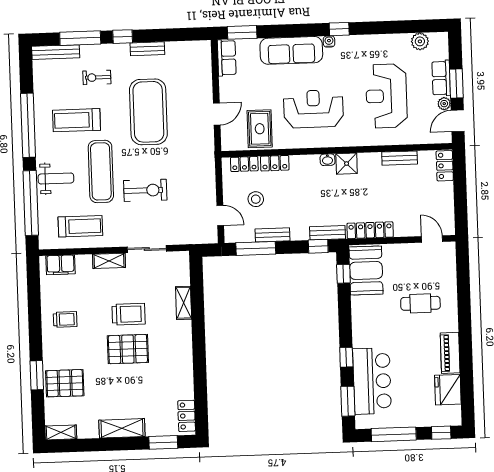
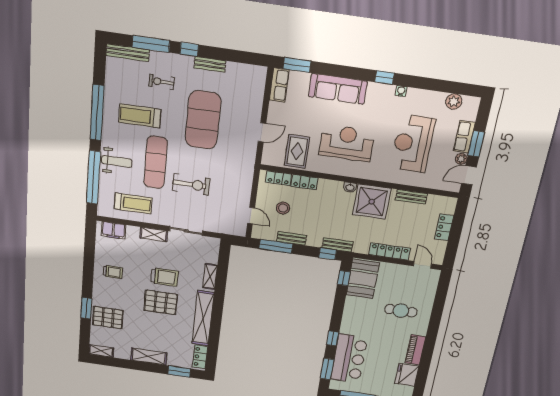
water cooler: (329, 41) -> (401, 91), moved
shower: (347, 164) -> (372, 202), width x1.86, depth x1.86
locker: (445, 166) -> (444, 227), moved
locker: (370, 230) -> (390, 251), moved
shelving: (183, 361) -> (203, 318), added

